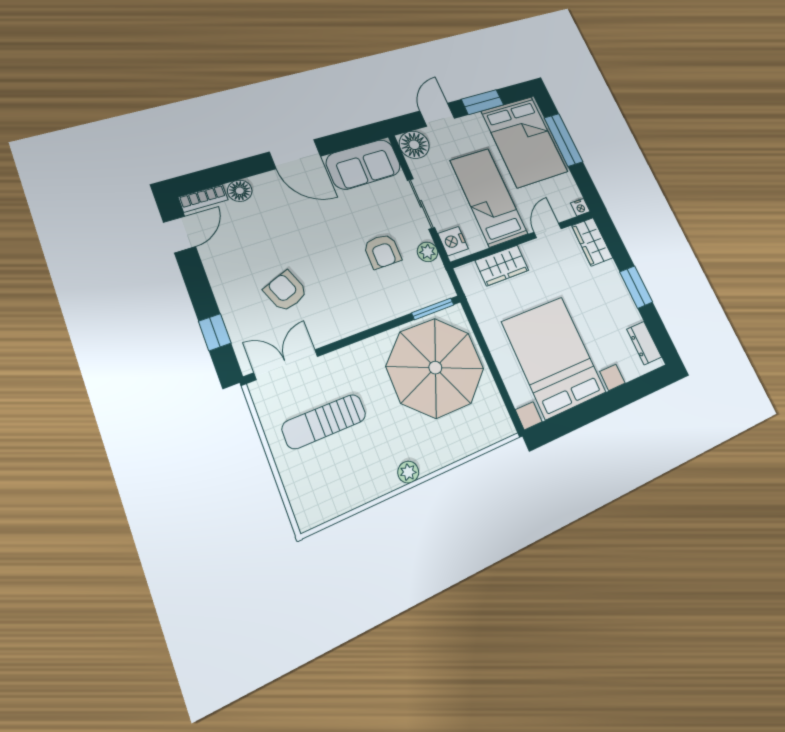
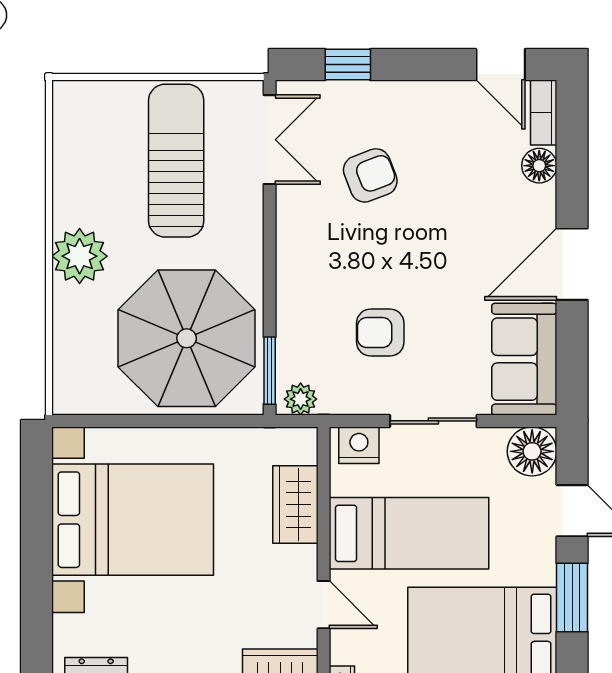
plant: (428, 252) -> (301, 399), moved
sun lounger: (324, 421) -> (176, 161), width x1.36, depth x1.34
plant: (408, 472) -> (80, 256), width x1.88, depth x1.88

